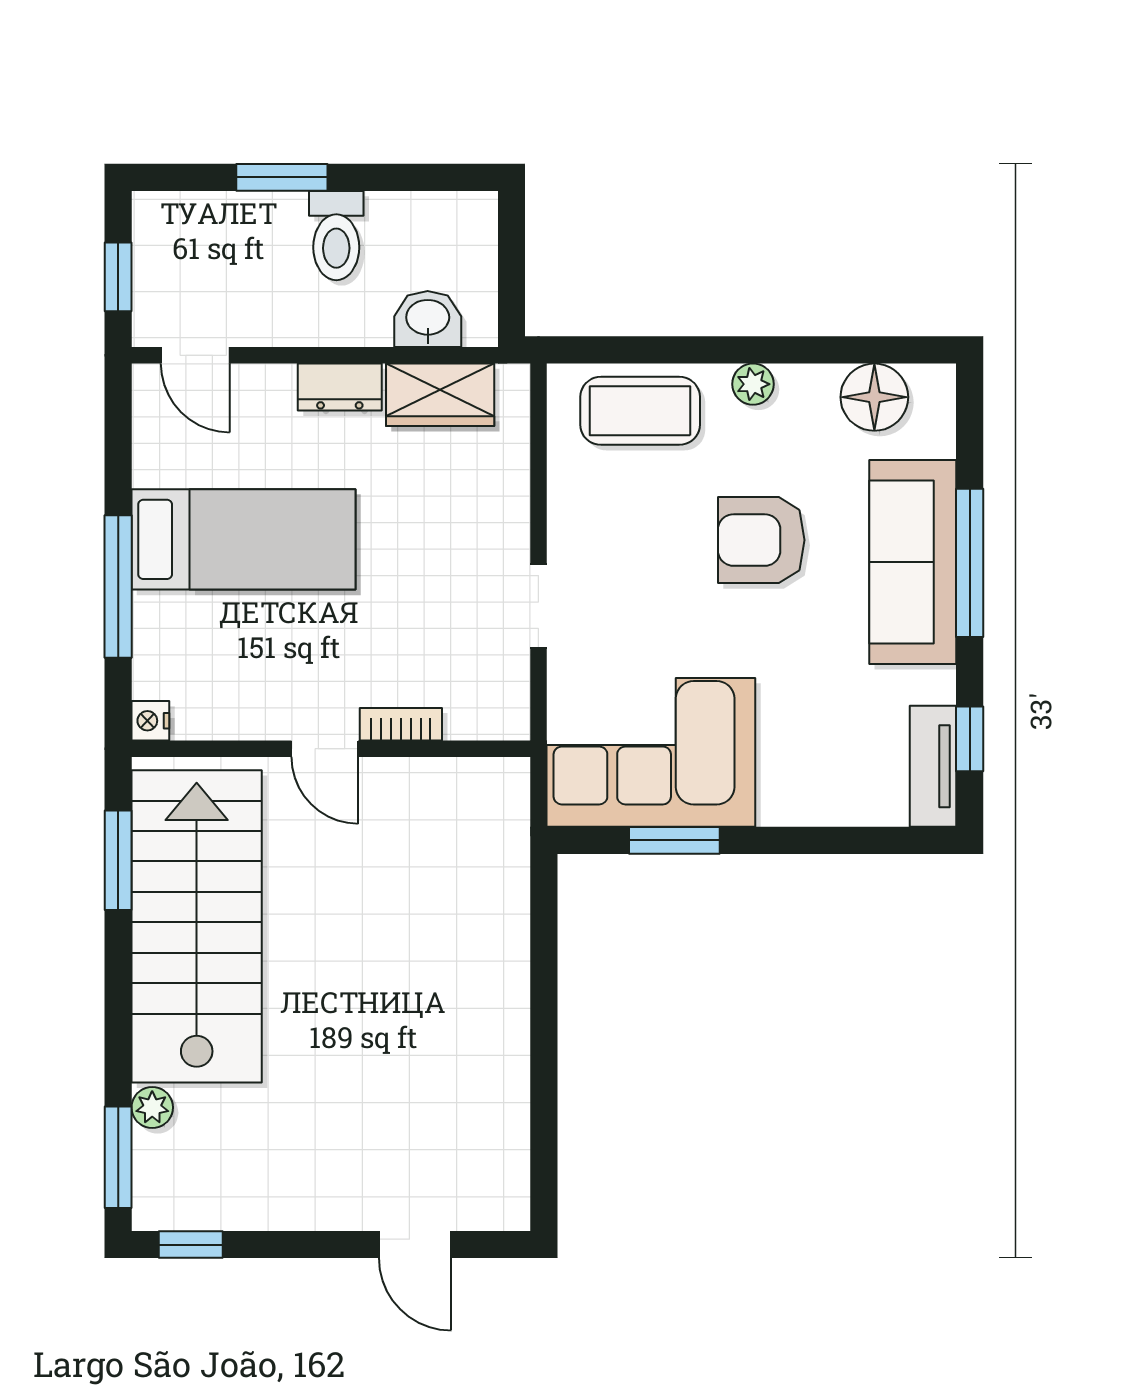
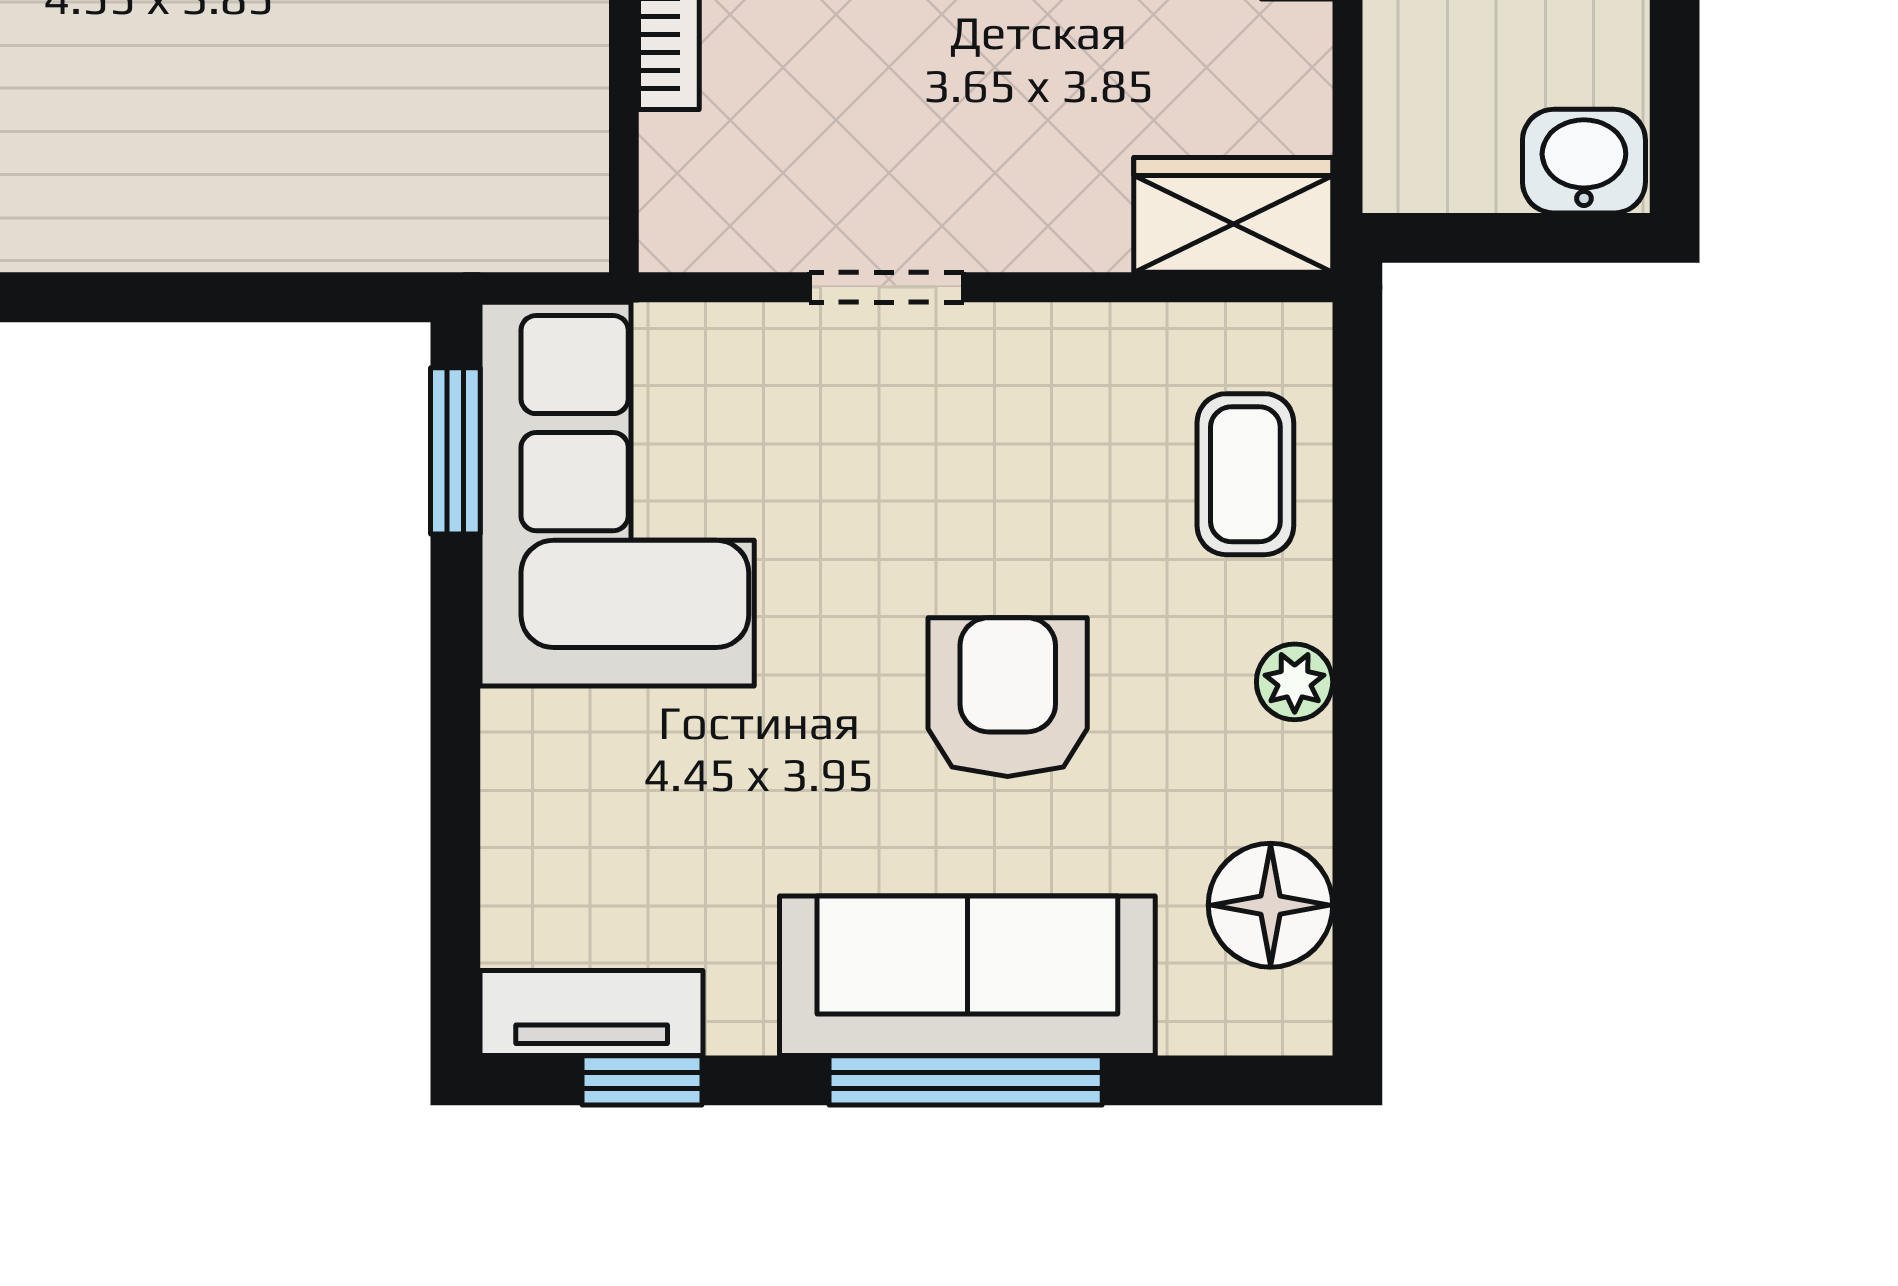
washbasin: (428, 319) -> (1584, 161), moved, turned -90
wardrobe: (440, 395) -> (1233, 215), moved, turned 90
coffee table: (640, 411) -> (1245, 474), width x0.73, depth x0.77
window: (674, 840) -> (455, 451), moved

